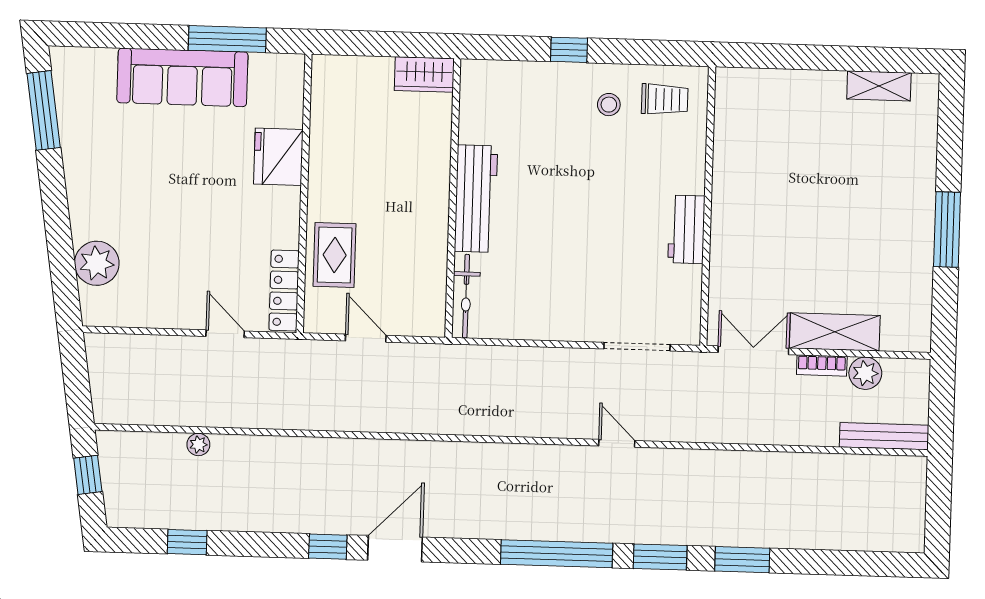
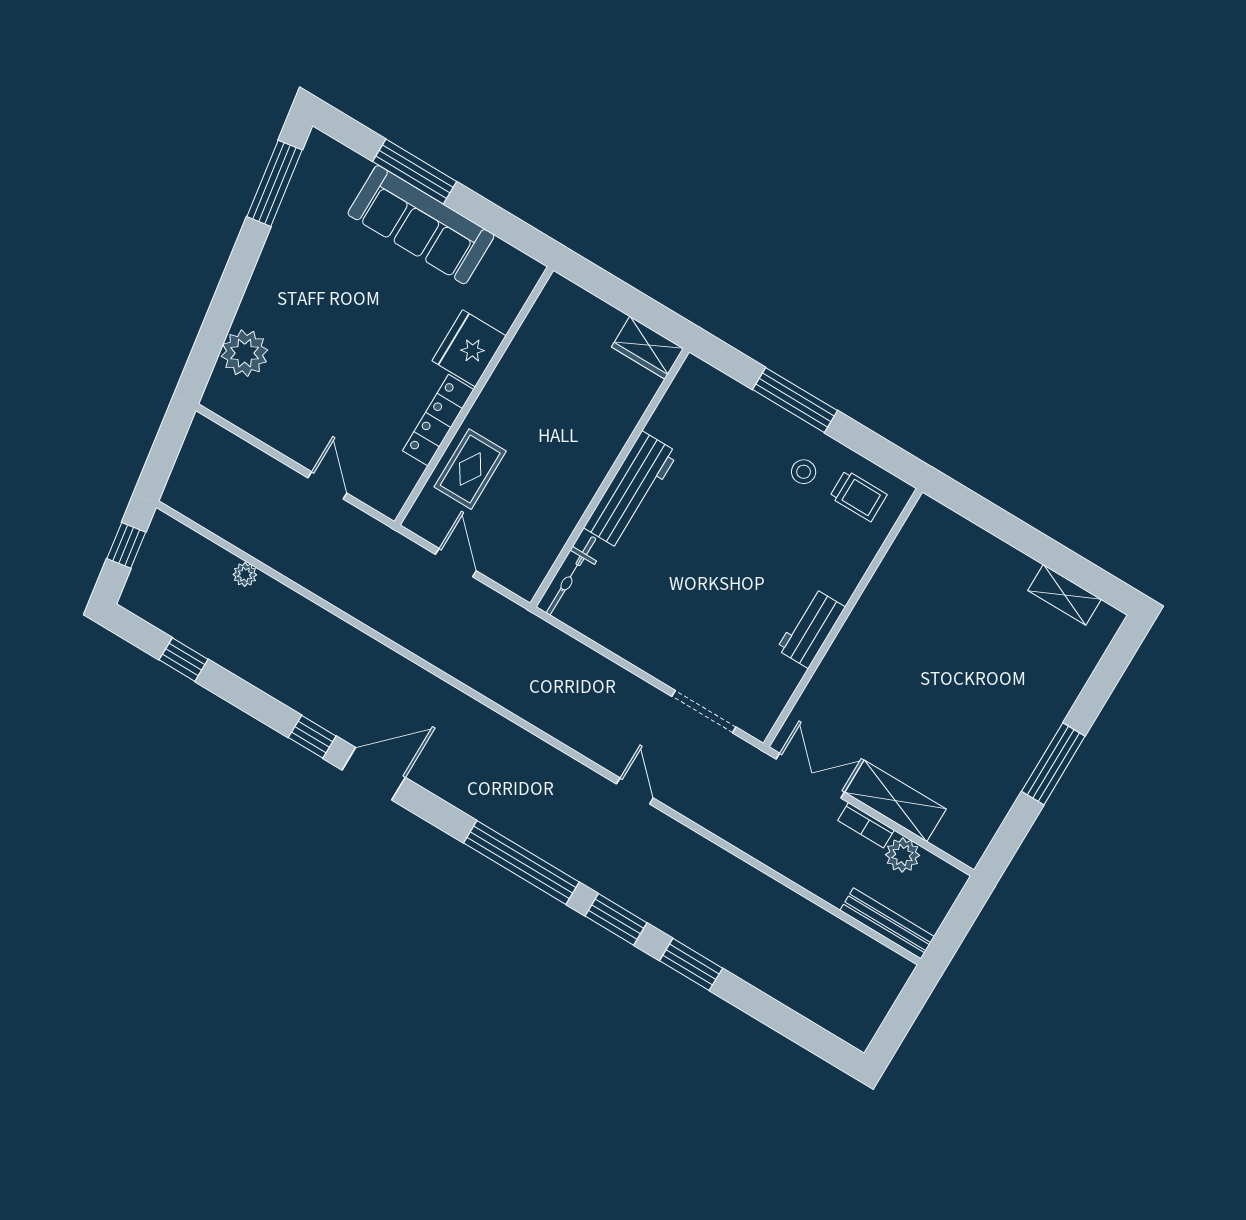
window: (227, 39) -> (415, 172), moved
window: (569, 50) -> (795, 400), width x2.17
locker: (284, 290) -> (438, 420), moved

